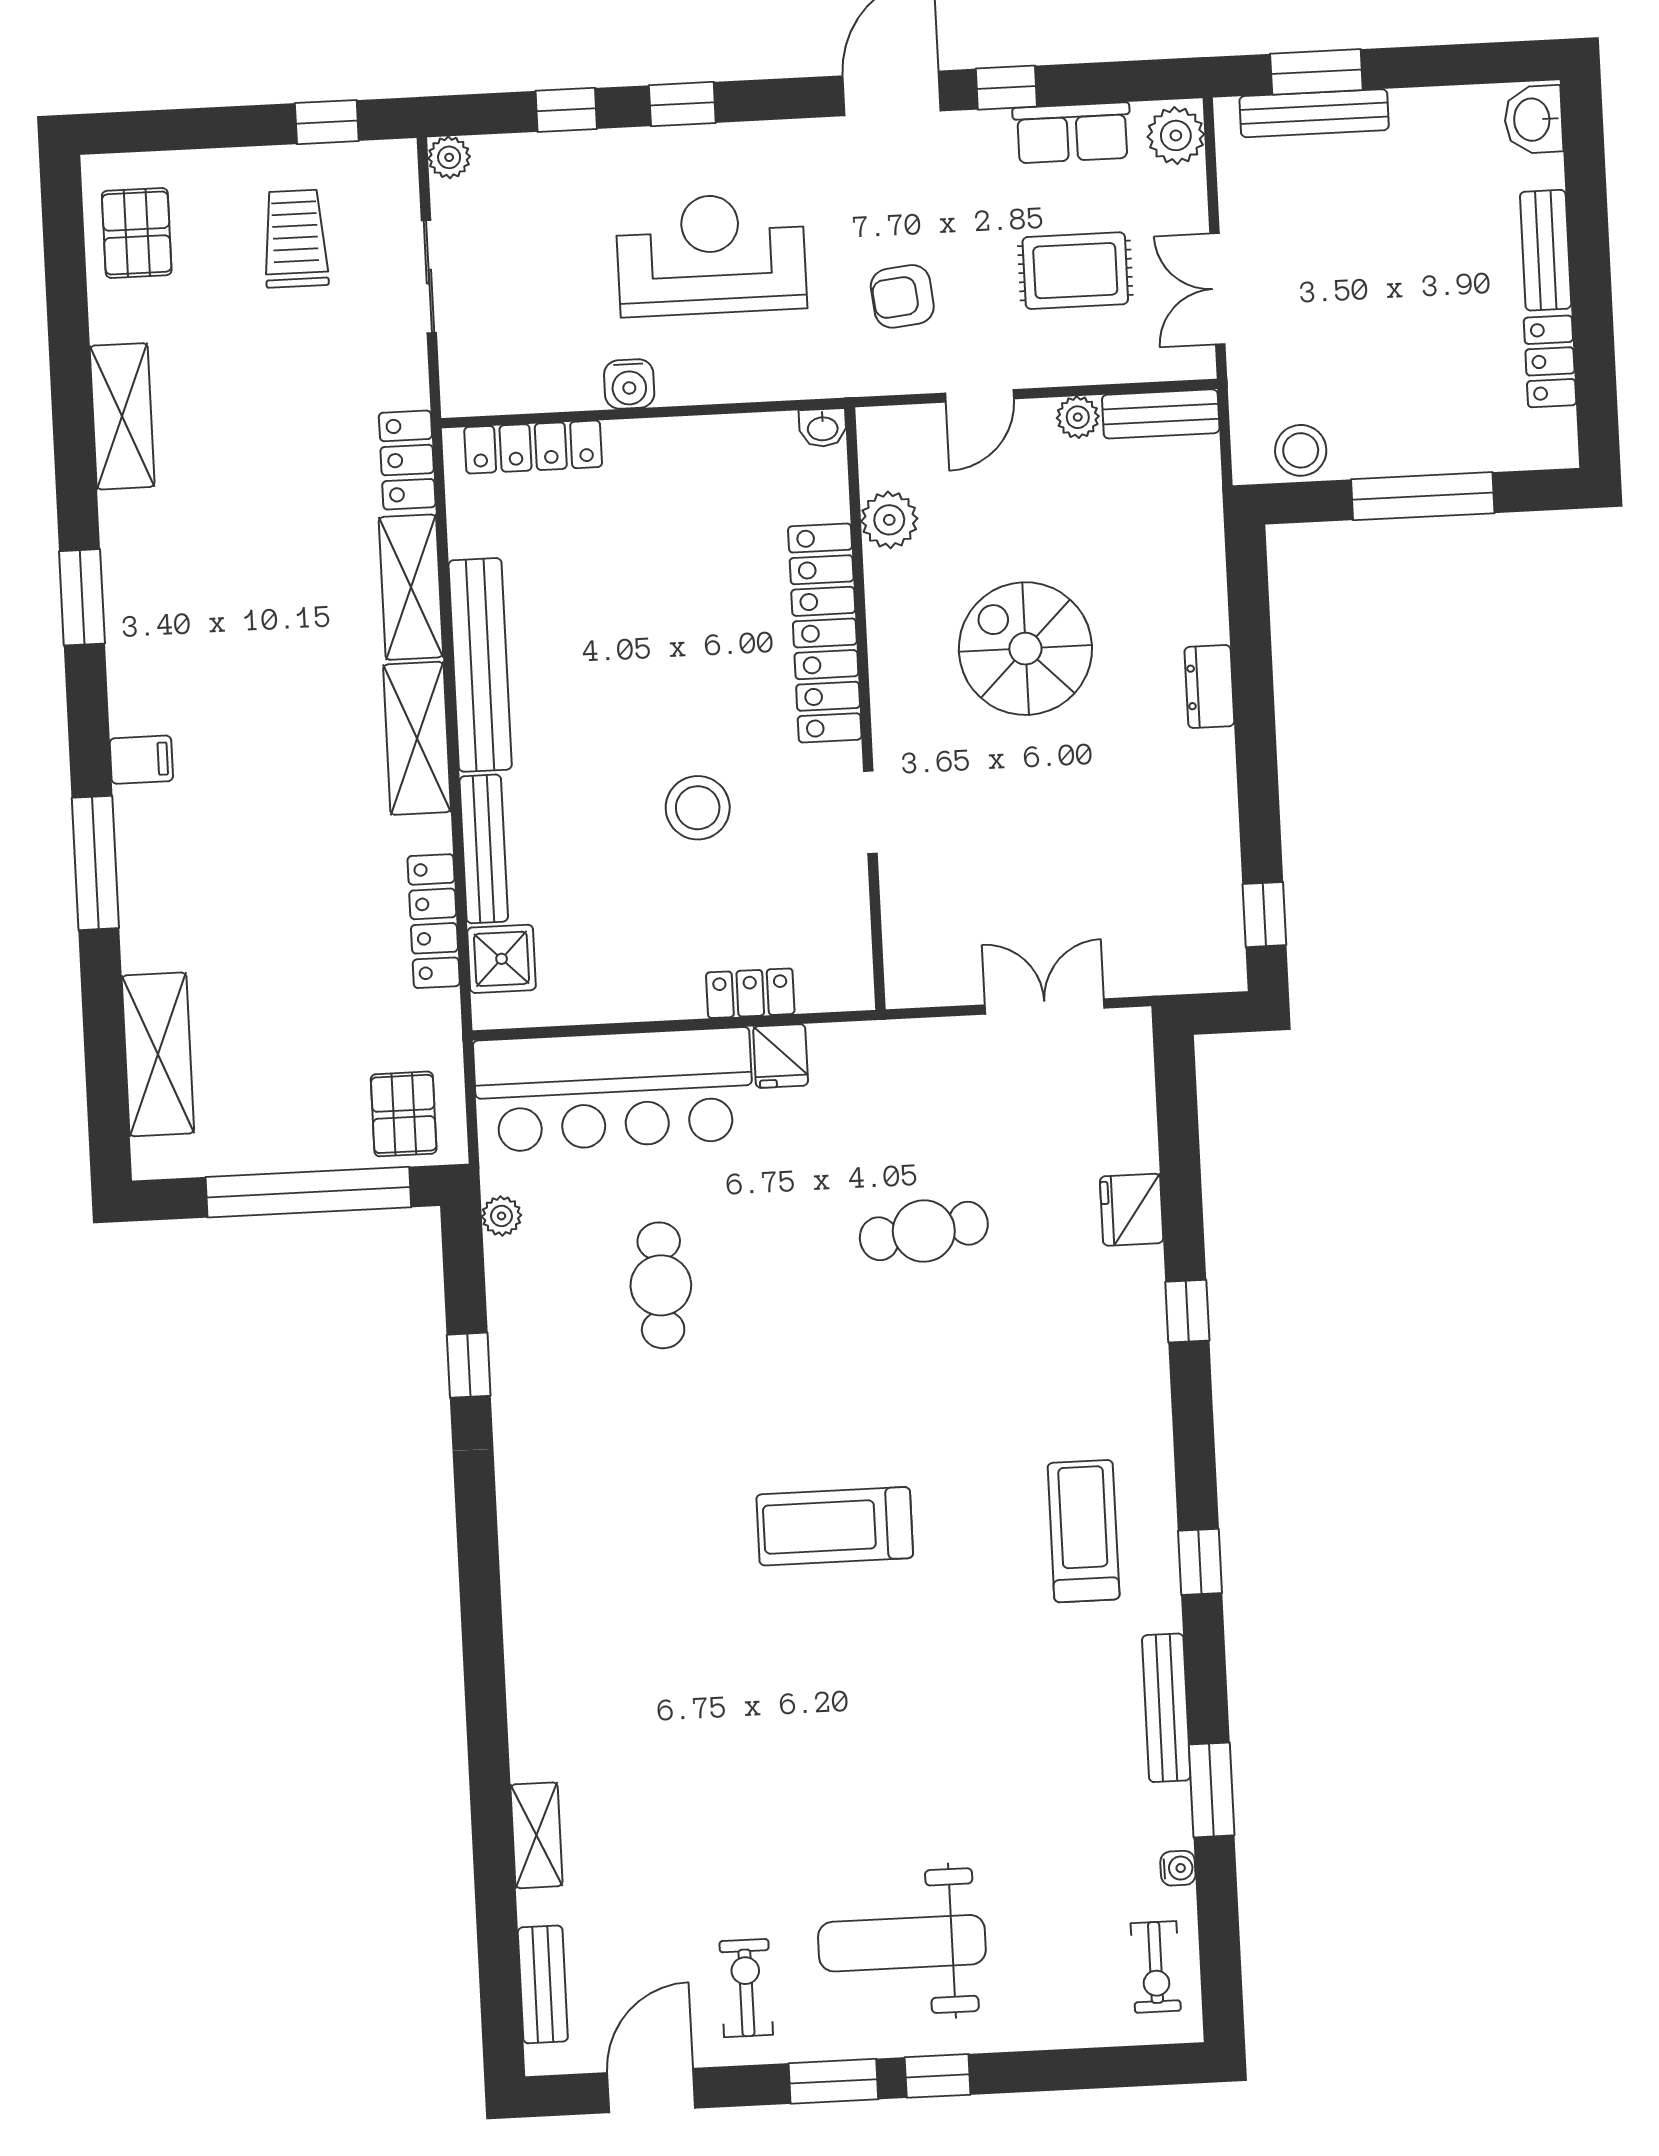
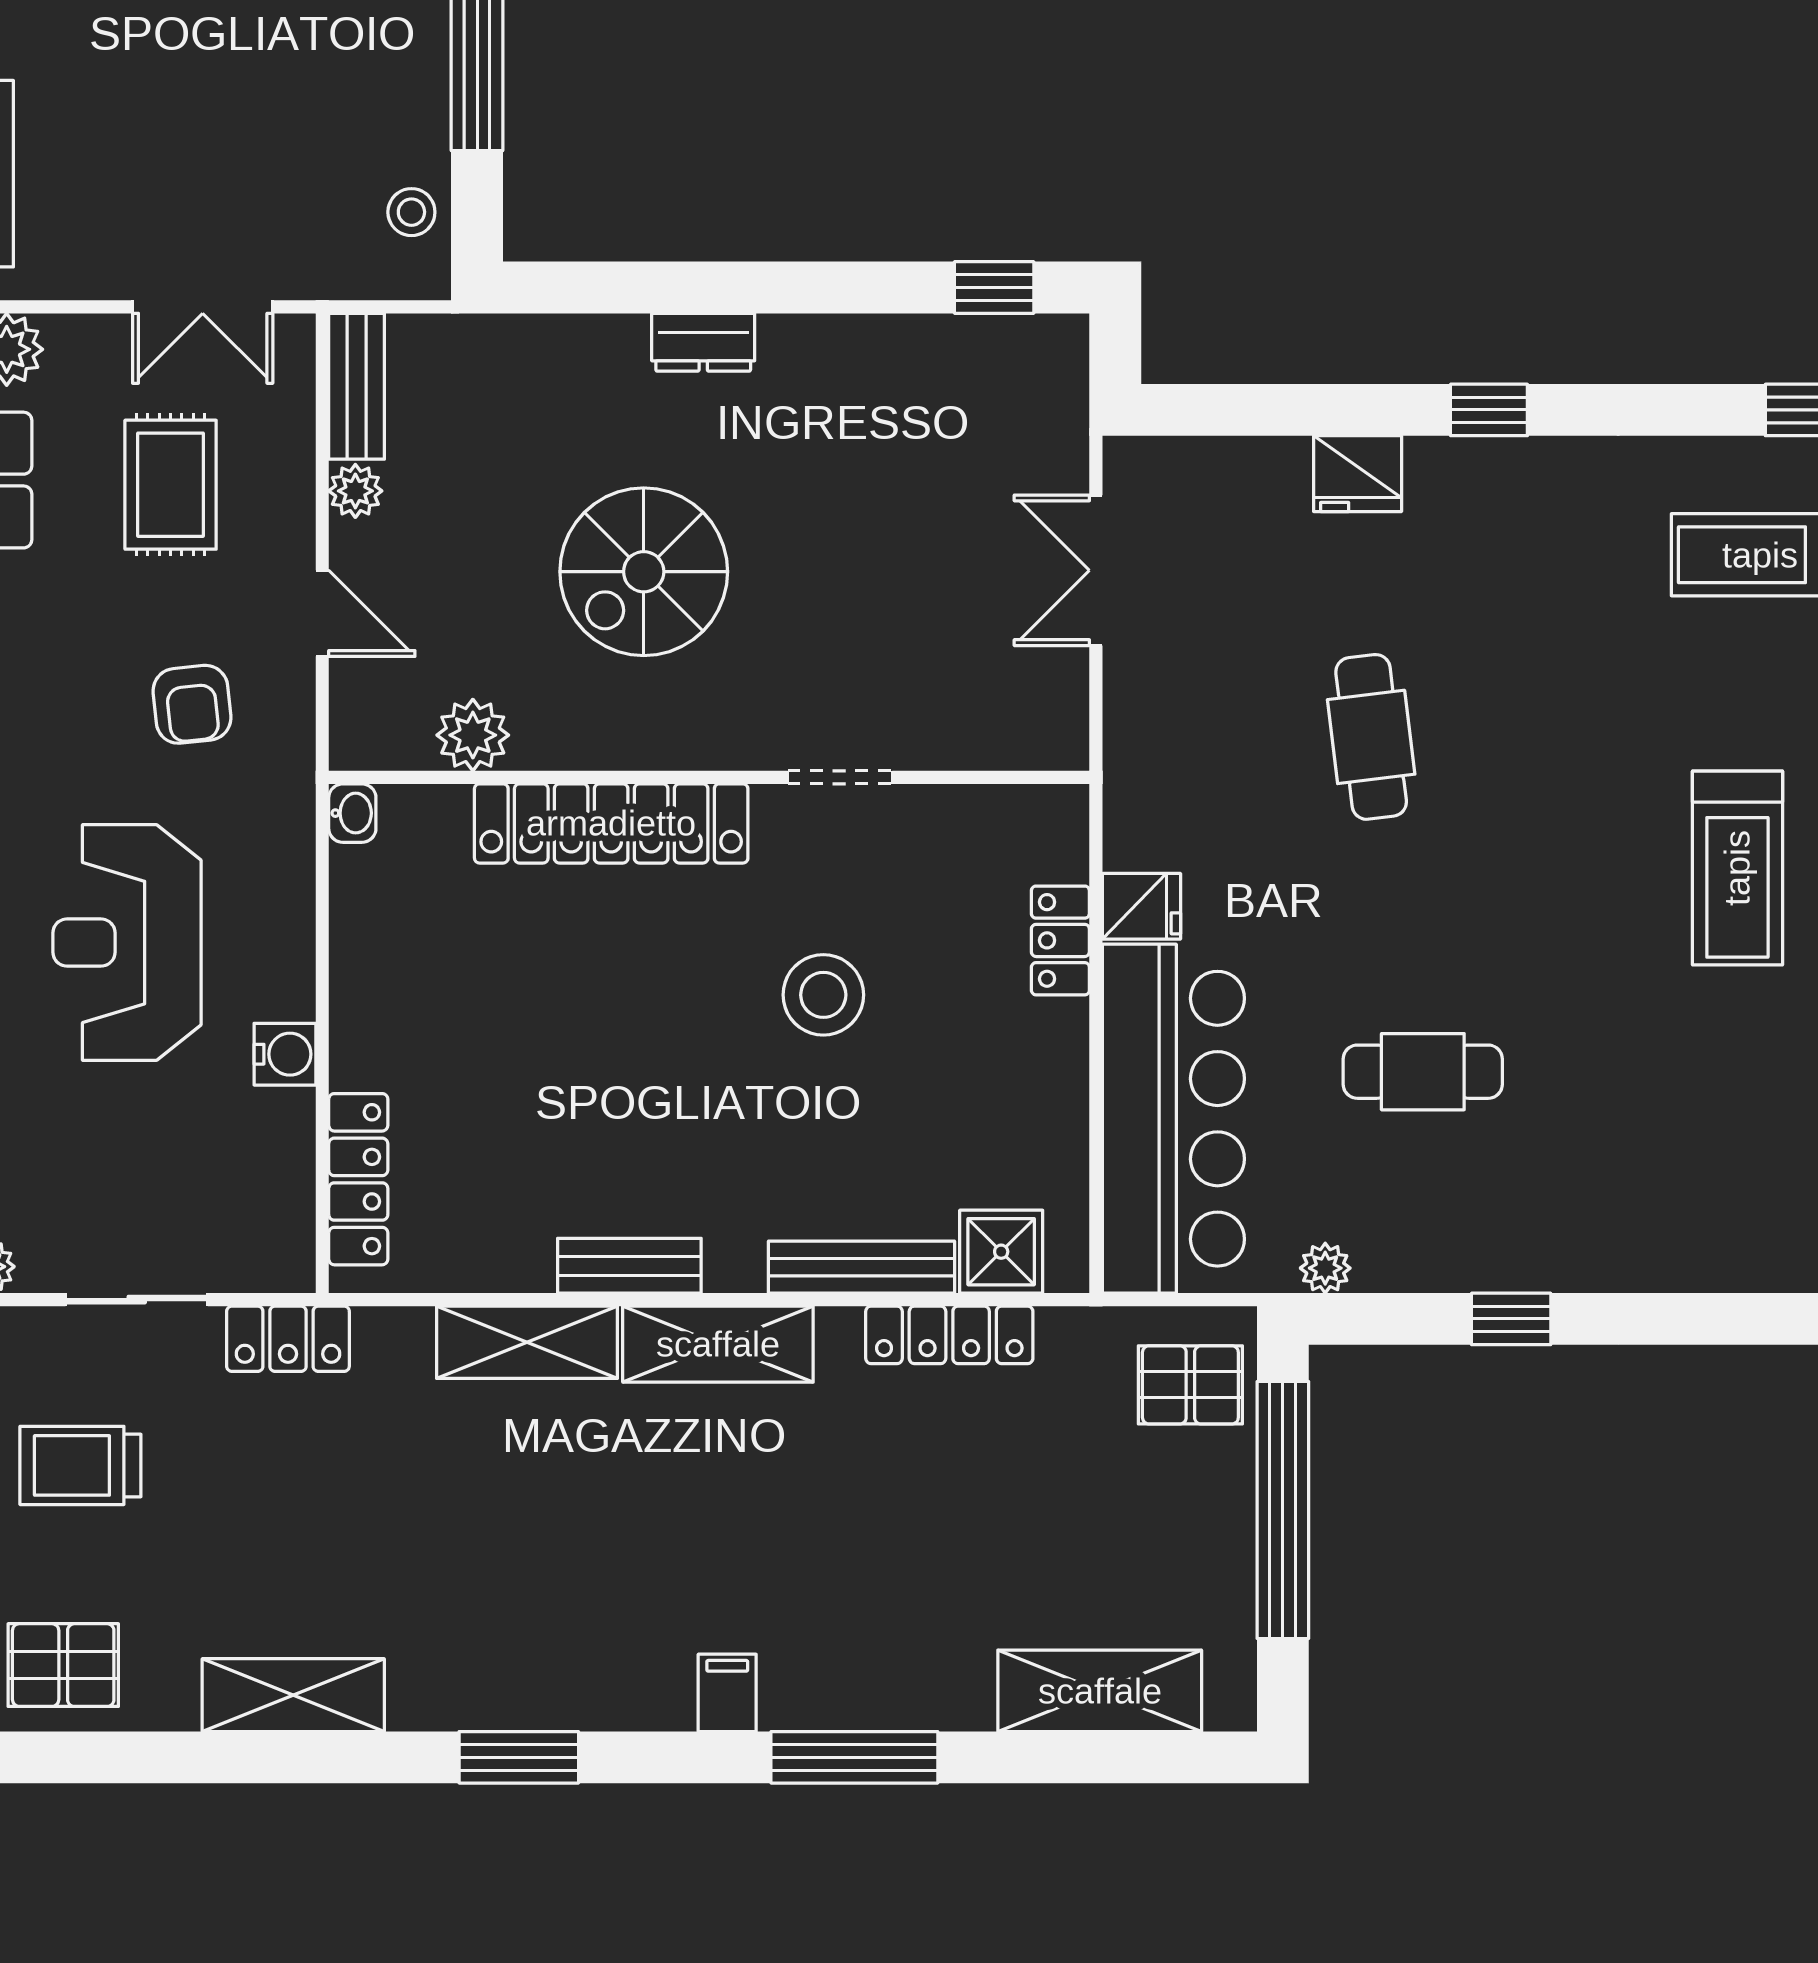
stool: (1301, 450) -> (411, 212), width x0.73, depth x0.73
locker: (407, 460) -> (288, 1339), moved
bench: (480, 665) -> (629, 1266), width x0.54, depth x0.82

